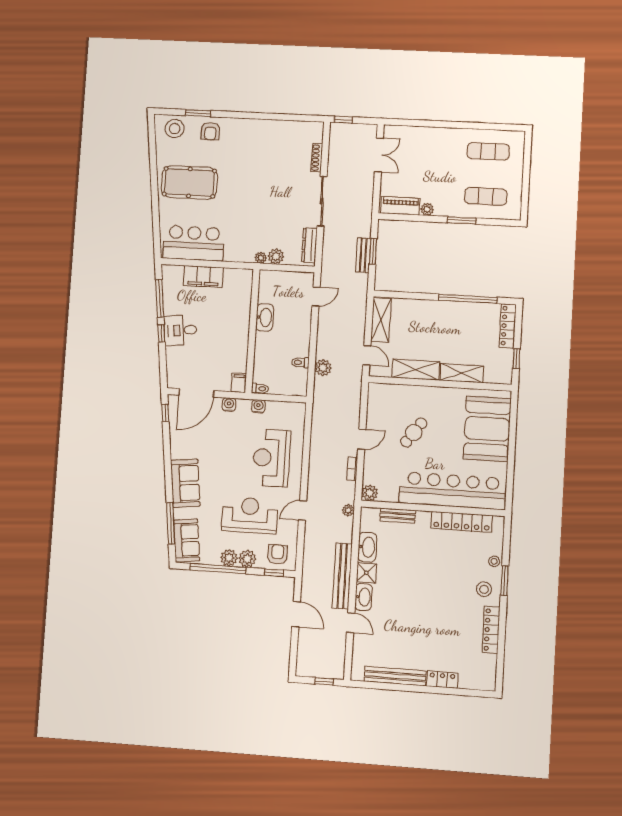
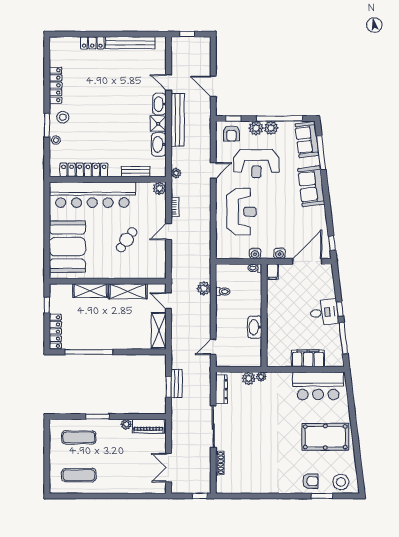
armchair: (210, 131) -> (310, 481), turned 90

